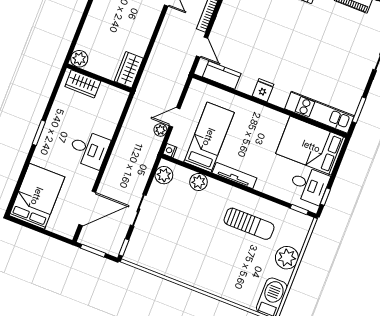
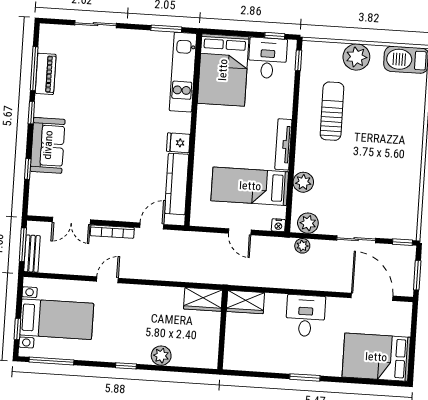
plant: (79, 59) -> (161, 356), moved
kitchen counter: (222, 75) -> (177, 184), width x1.50
wardrobe: (83, 84) -> (245, 302), moved, turned 90
plant: (160, 130) -> (302, 246), moved

